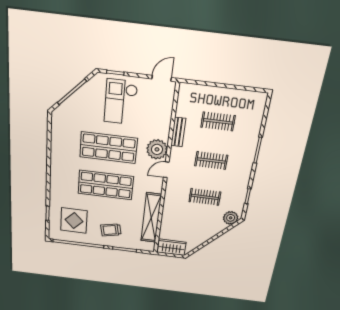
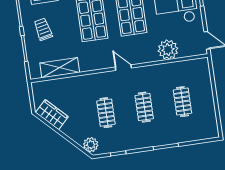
bench: (178, 132) -> (163, 69), removed
plant: (157, 149) -> (168, 50), moved
shelving: (151, 218) -> (60, 68), width x0.68
wardrobe: (172, 247) -> (52, 115), moved, turned -45

